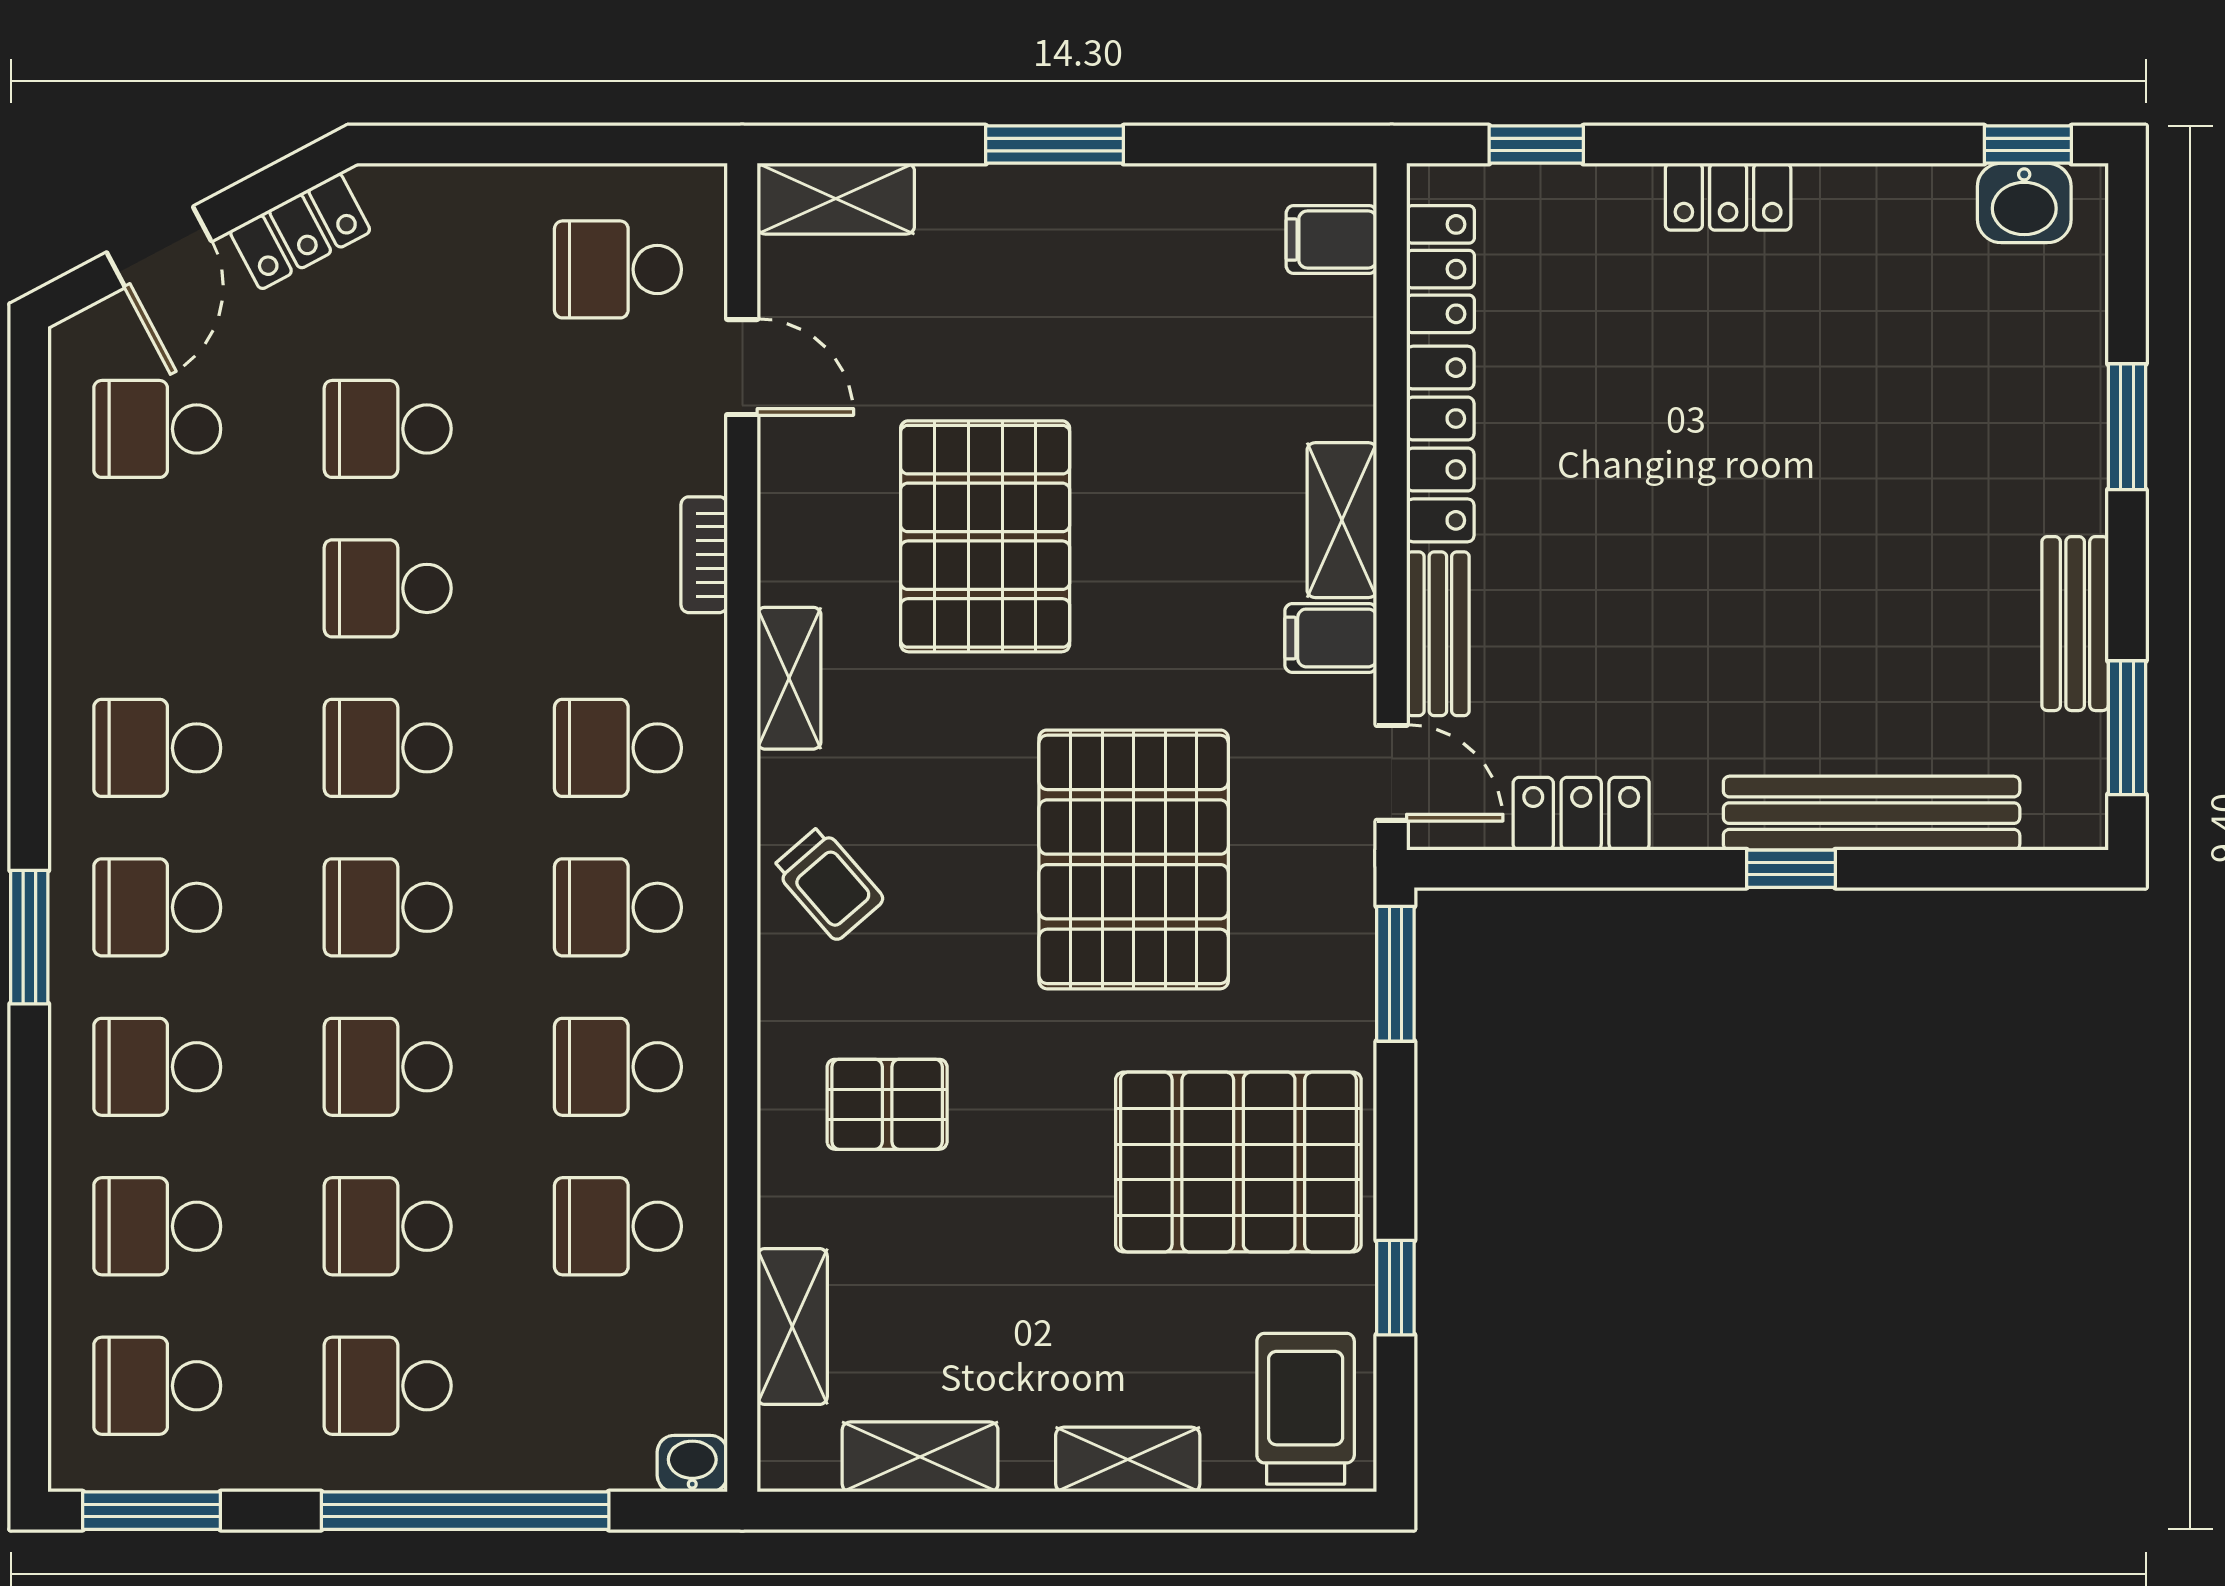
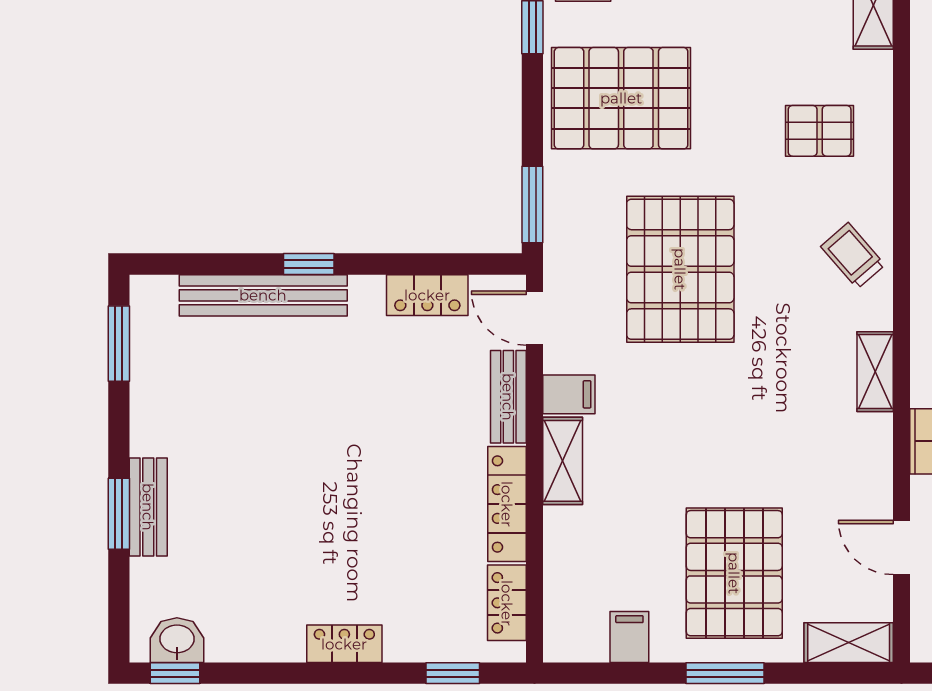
filing cabinet: (1331, 240) -> (629, 637), moved, turned -90
pallet: (985, 536) -> (734, 573), moved
bench: (2075, 624) -> (148, 507), moved

